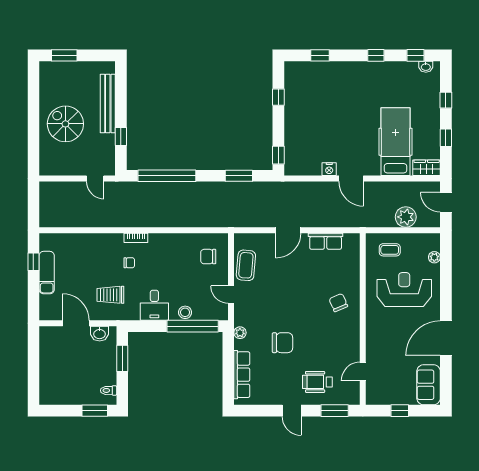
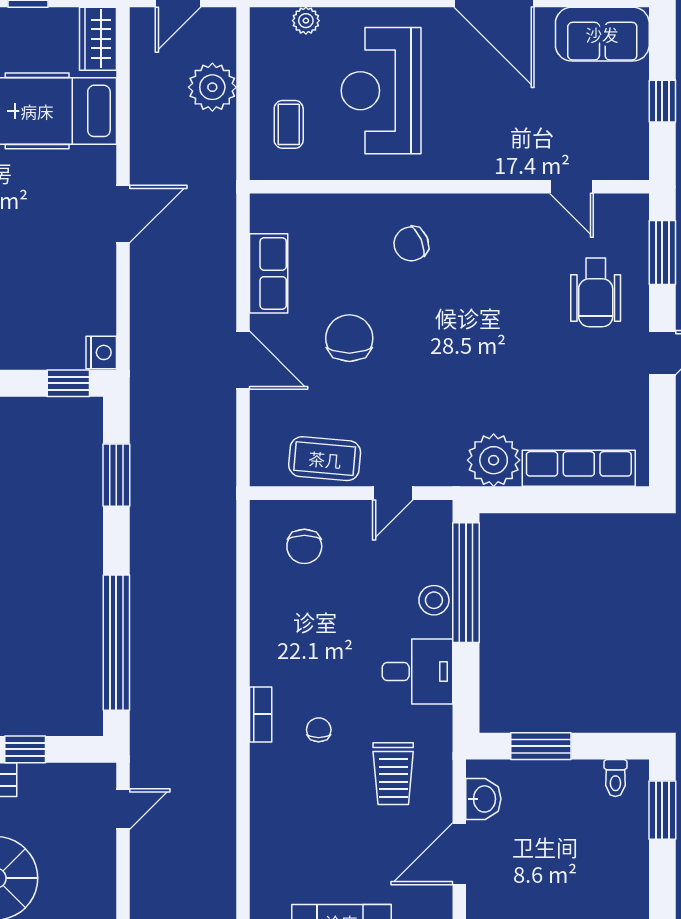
nightstand: (329, 169) -> (101, 352), moved
plant: (240, 333) -> (494, 460), width x1.88, depth x1.88
chair: (282, 343) -> (349, 338), moved

